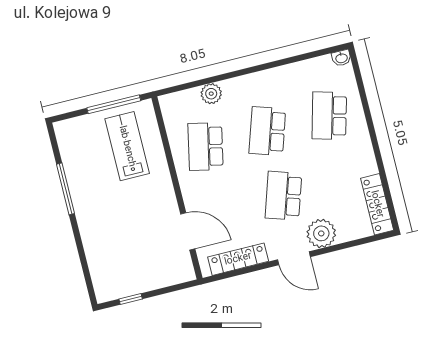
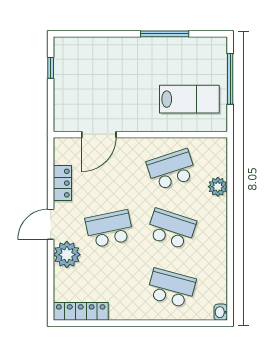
window: (114, 104) -> (230, 79), moved
school desk: (205, 147) -> (171, 170), turned -30
school desk: (283, 196) -> (109, 229), turned -30
locker: (238, 259) -> (62, 183), width x0.66

